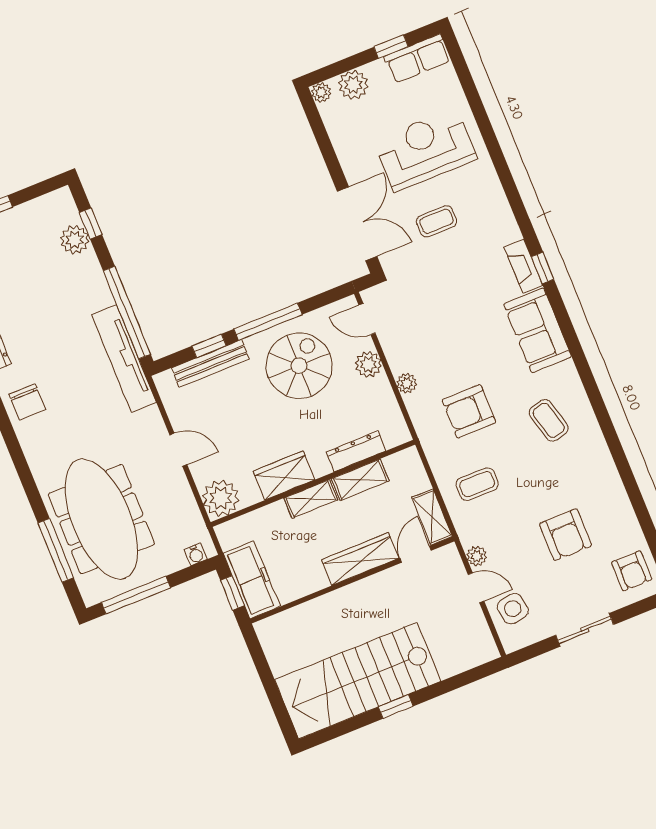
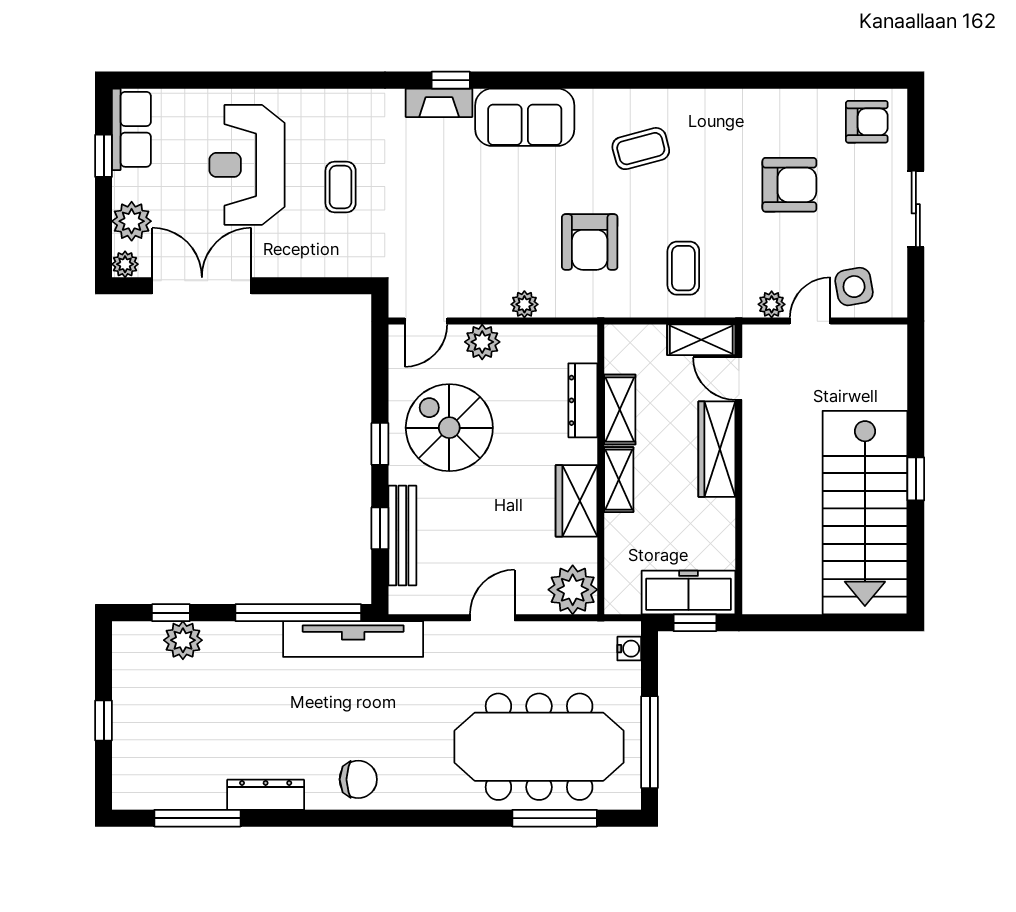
double door: (357, 224) -> (202, 286), moved
window: (268, 322) -> (380, 444), width x0.46

